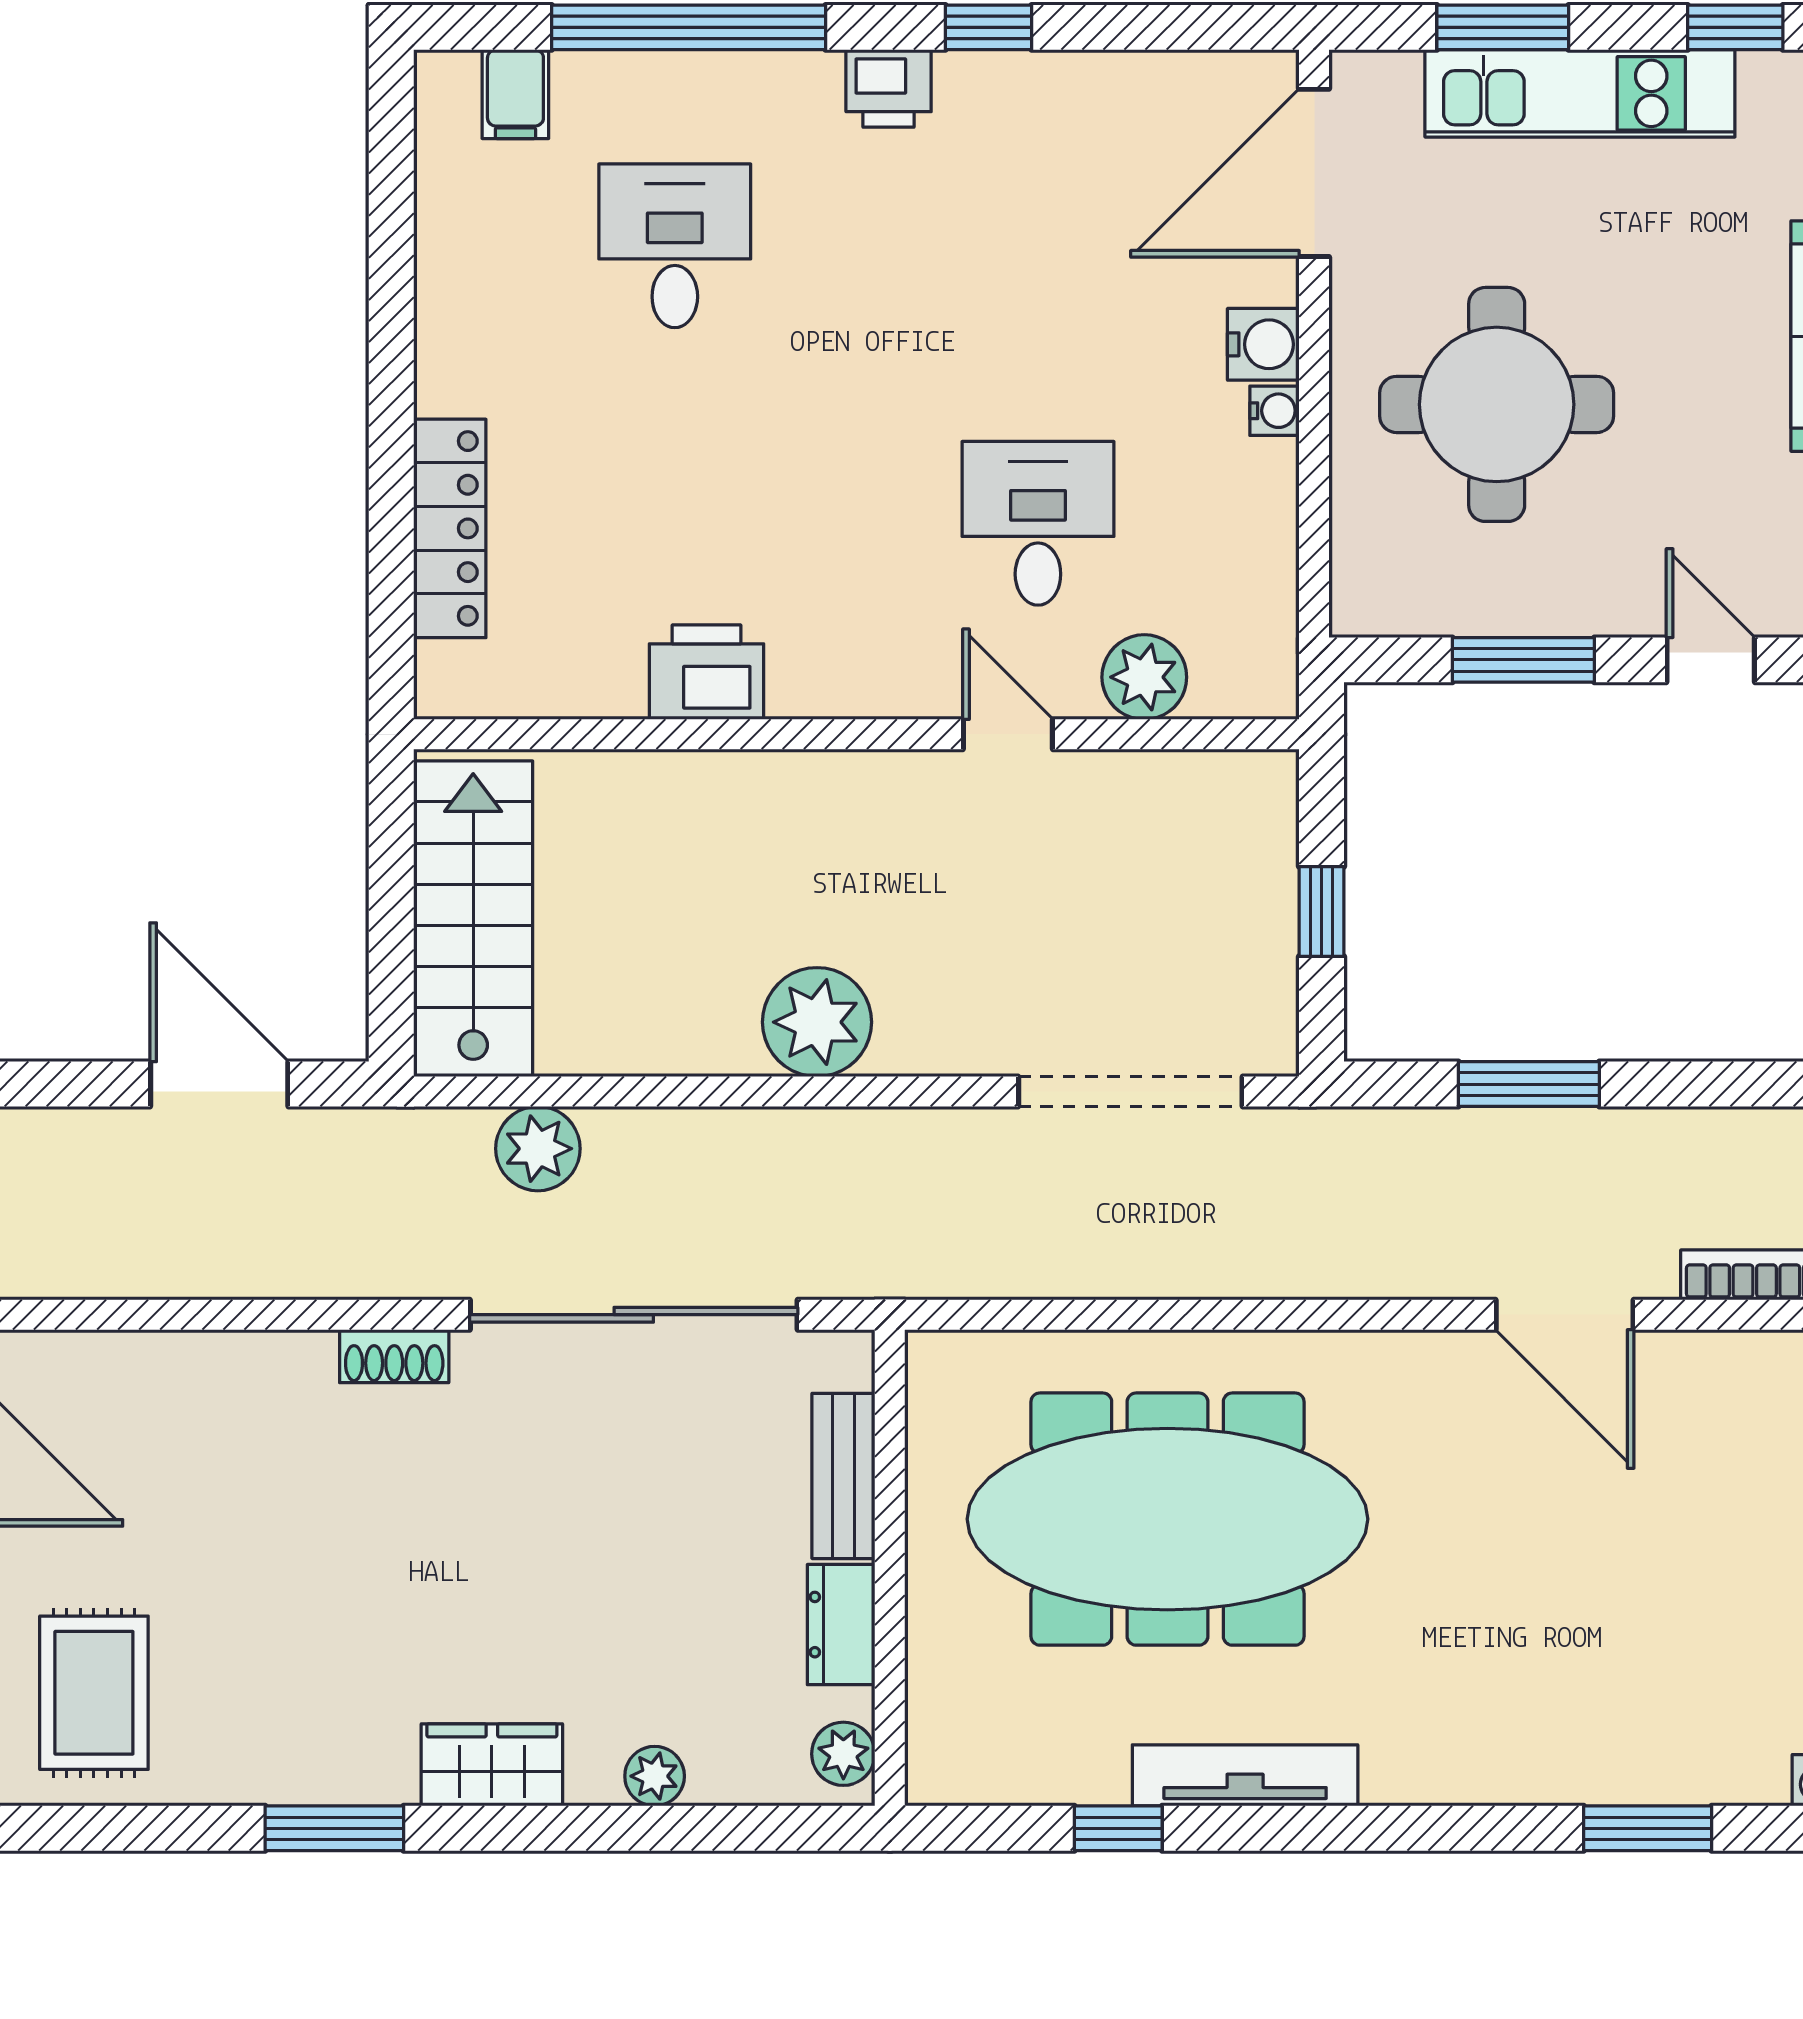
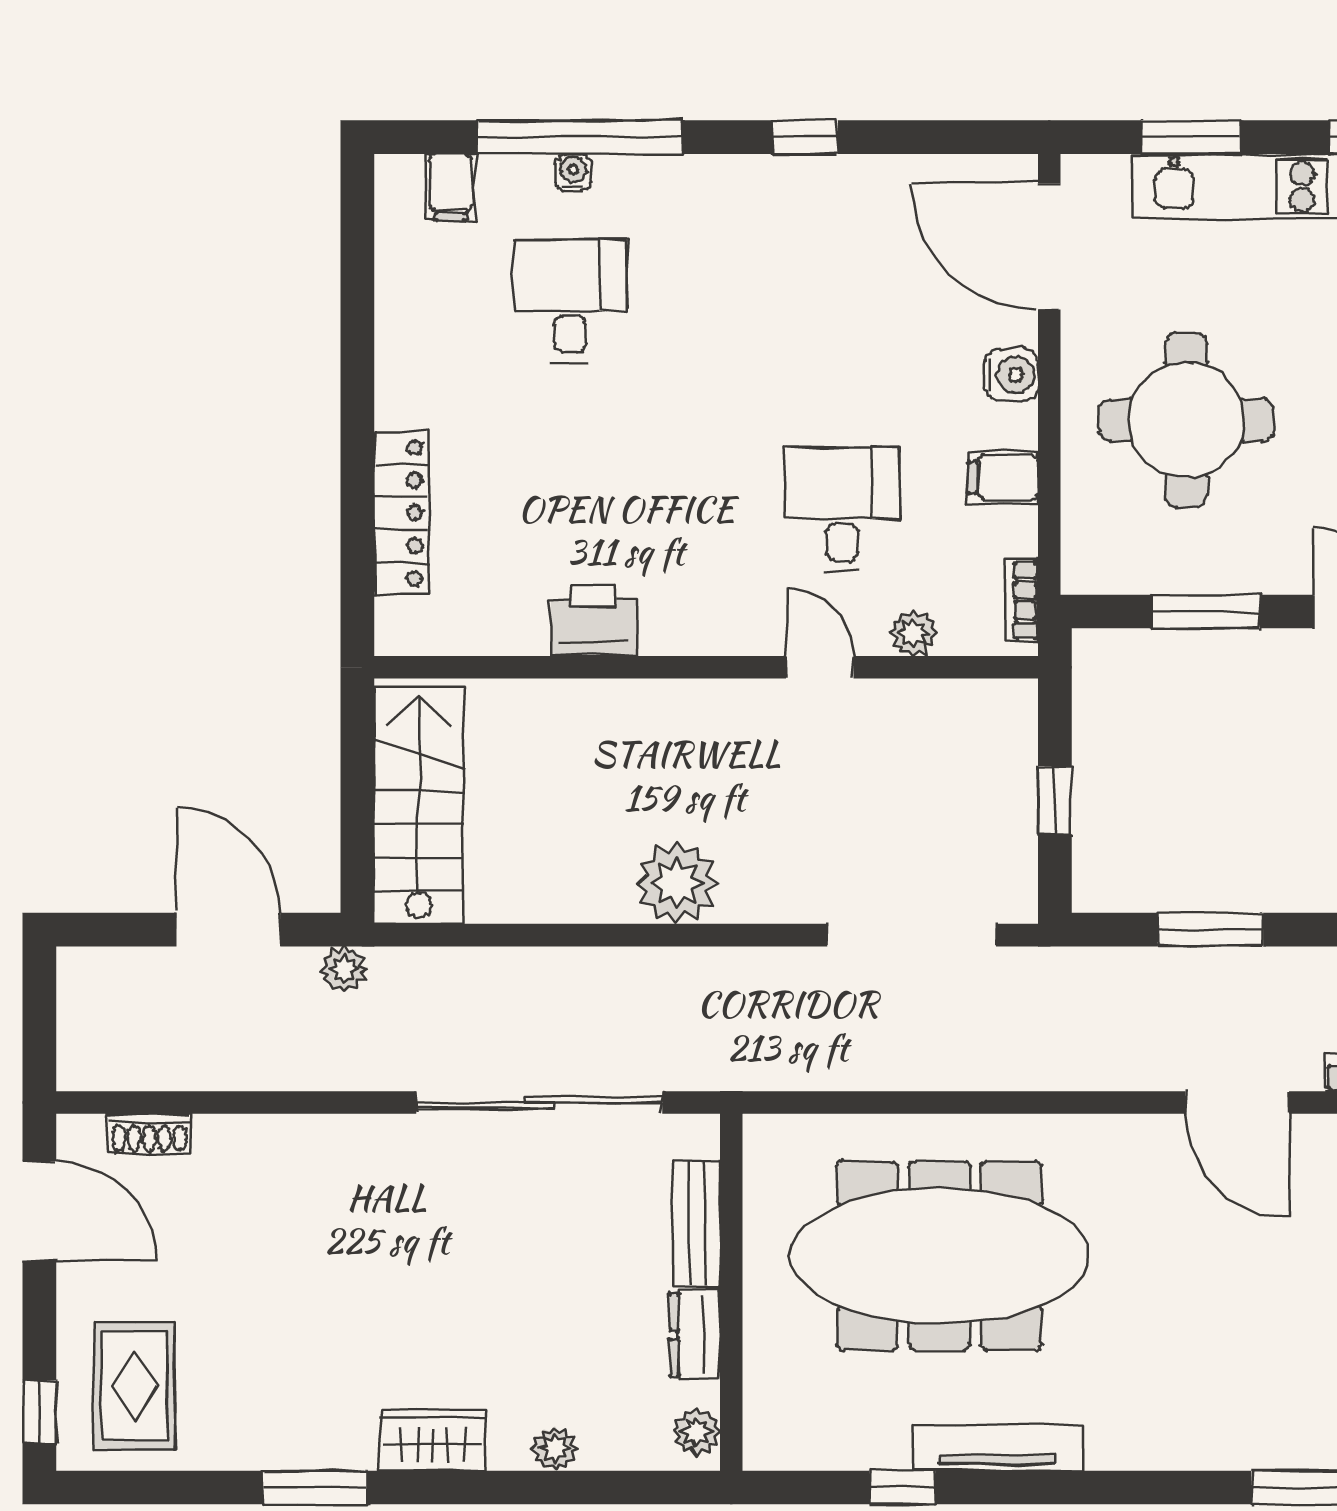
printer: (889, 88) -> (730, 183), removed
door: (1314, 173) -> (1049, 246), hinge flipped
water cooler: (1275, 411) -> (573, 172), moved, turned -90
filing cabinet: (1253, 481) -> (1003, 477), added
bookcase: (1277, 645) -> (1021, 600), added
plant: (1144, 677) -> (913, 633), width x0.73, depth x0.73
plant: (538, 1149) -> (344, 969), moved, width x0.73, depth x0.73
shoe rack: (394, 1356) -> (149, 1134), moved

